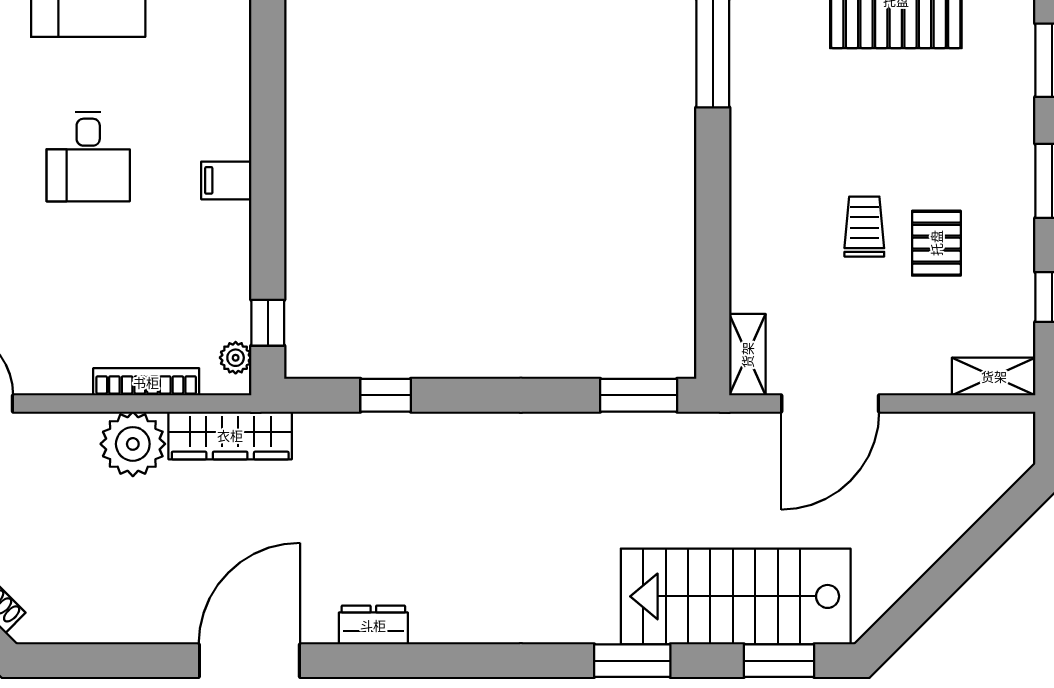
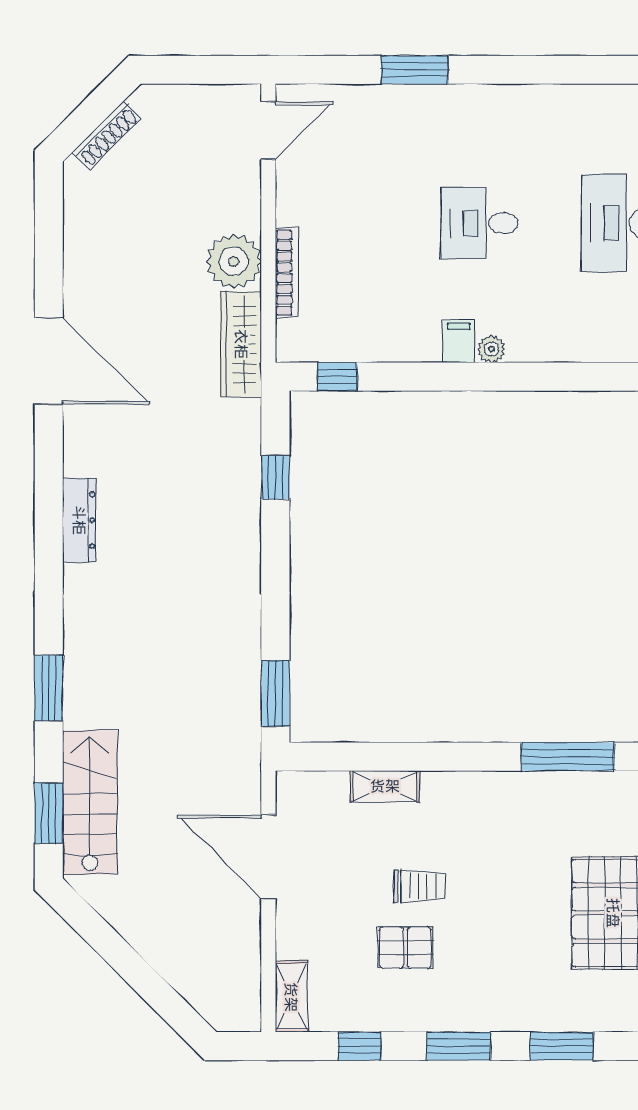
shelving: (747, 355) -> (385, 786), moved
plant: (236, 358) -> (491, 349), moved
stairs: (736, 596) -> (90, 802), width x0.73, depth x0.66
dresser: (373, 625) -> (79, 520), moved, width x1.44

